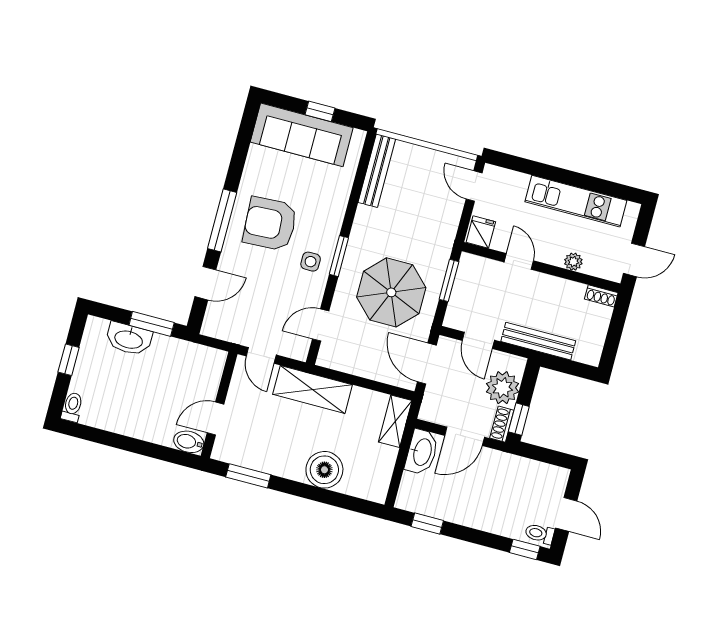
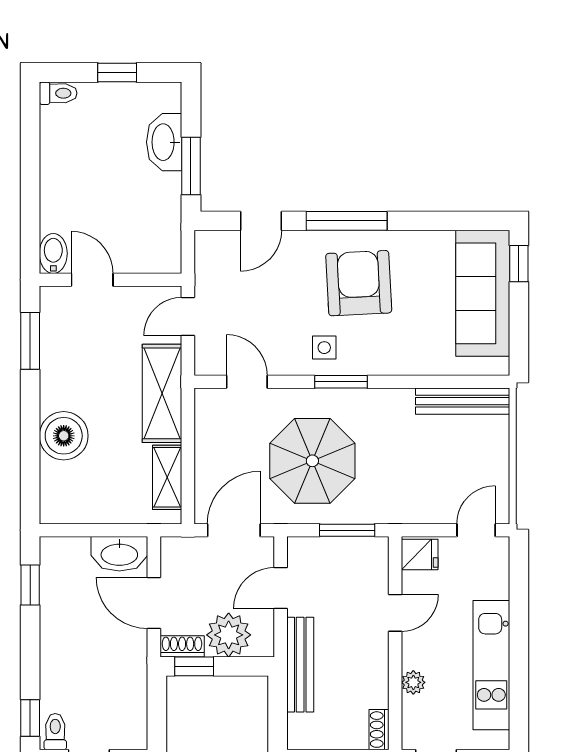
window: (320, 111) -> (519, 264), moved
door: (205, 283) -> (261, 221), hinge flipped
shelving: (395, 421) -> (167, 477), moved, turned 90

